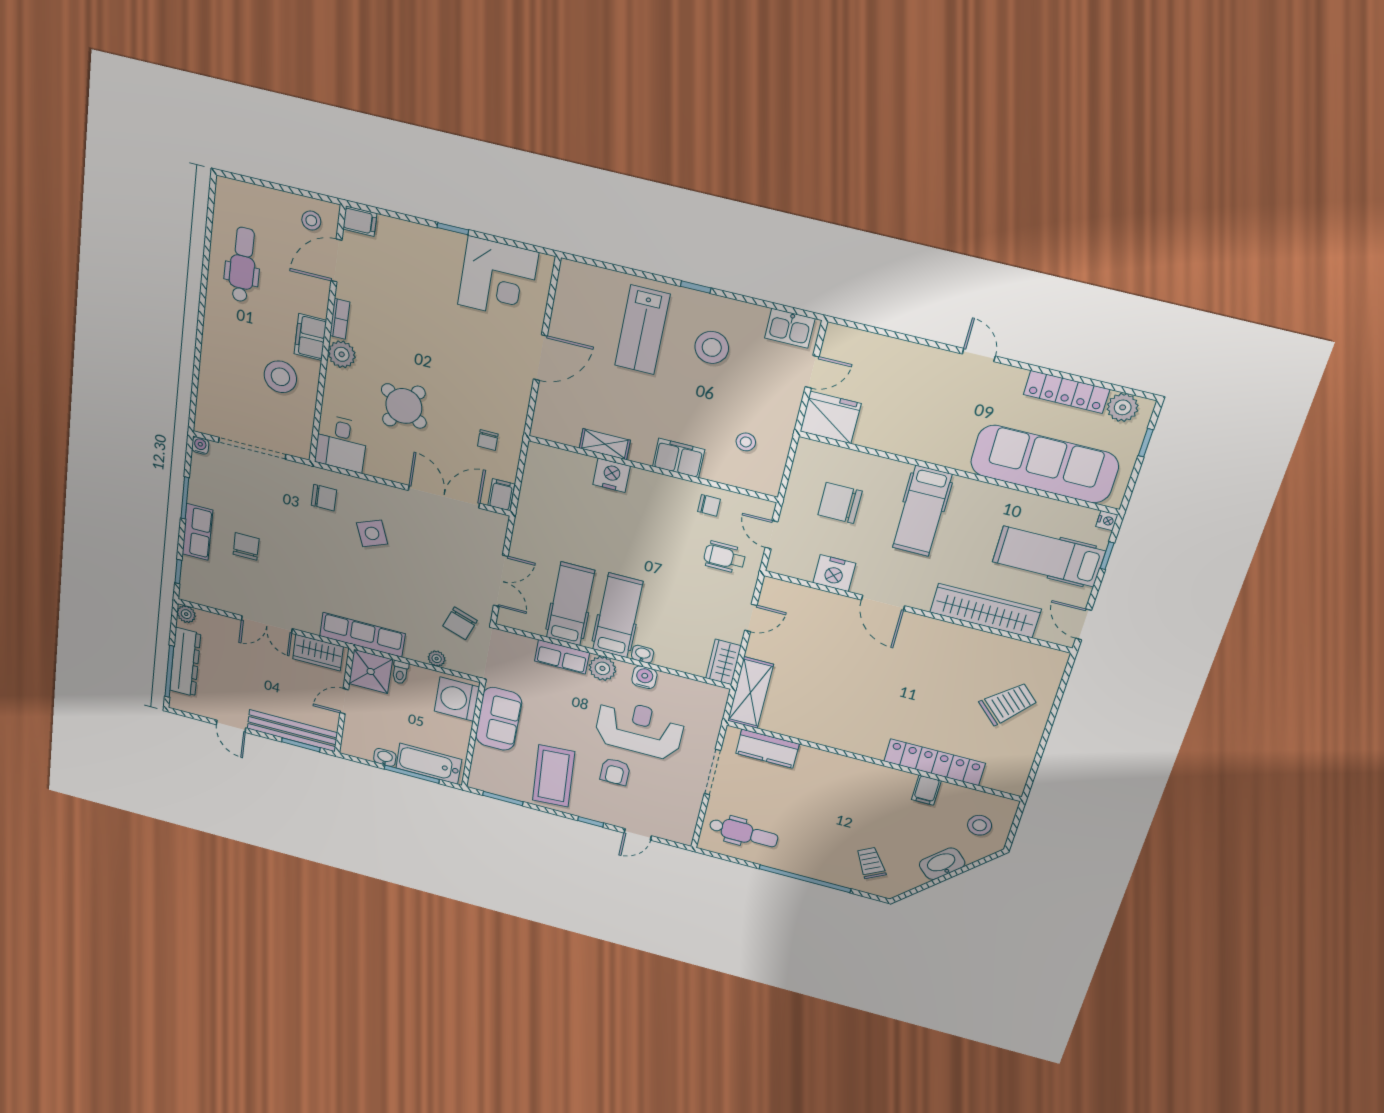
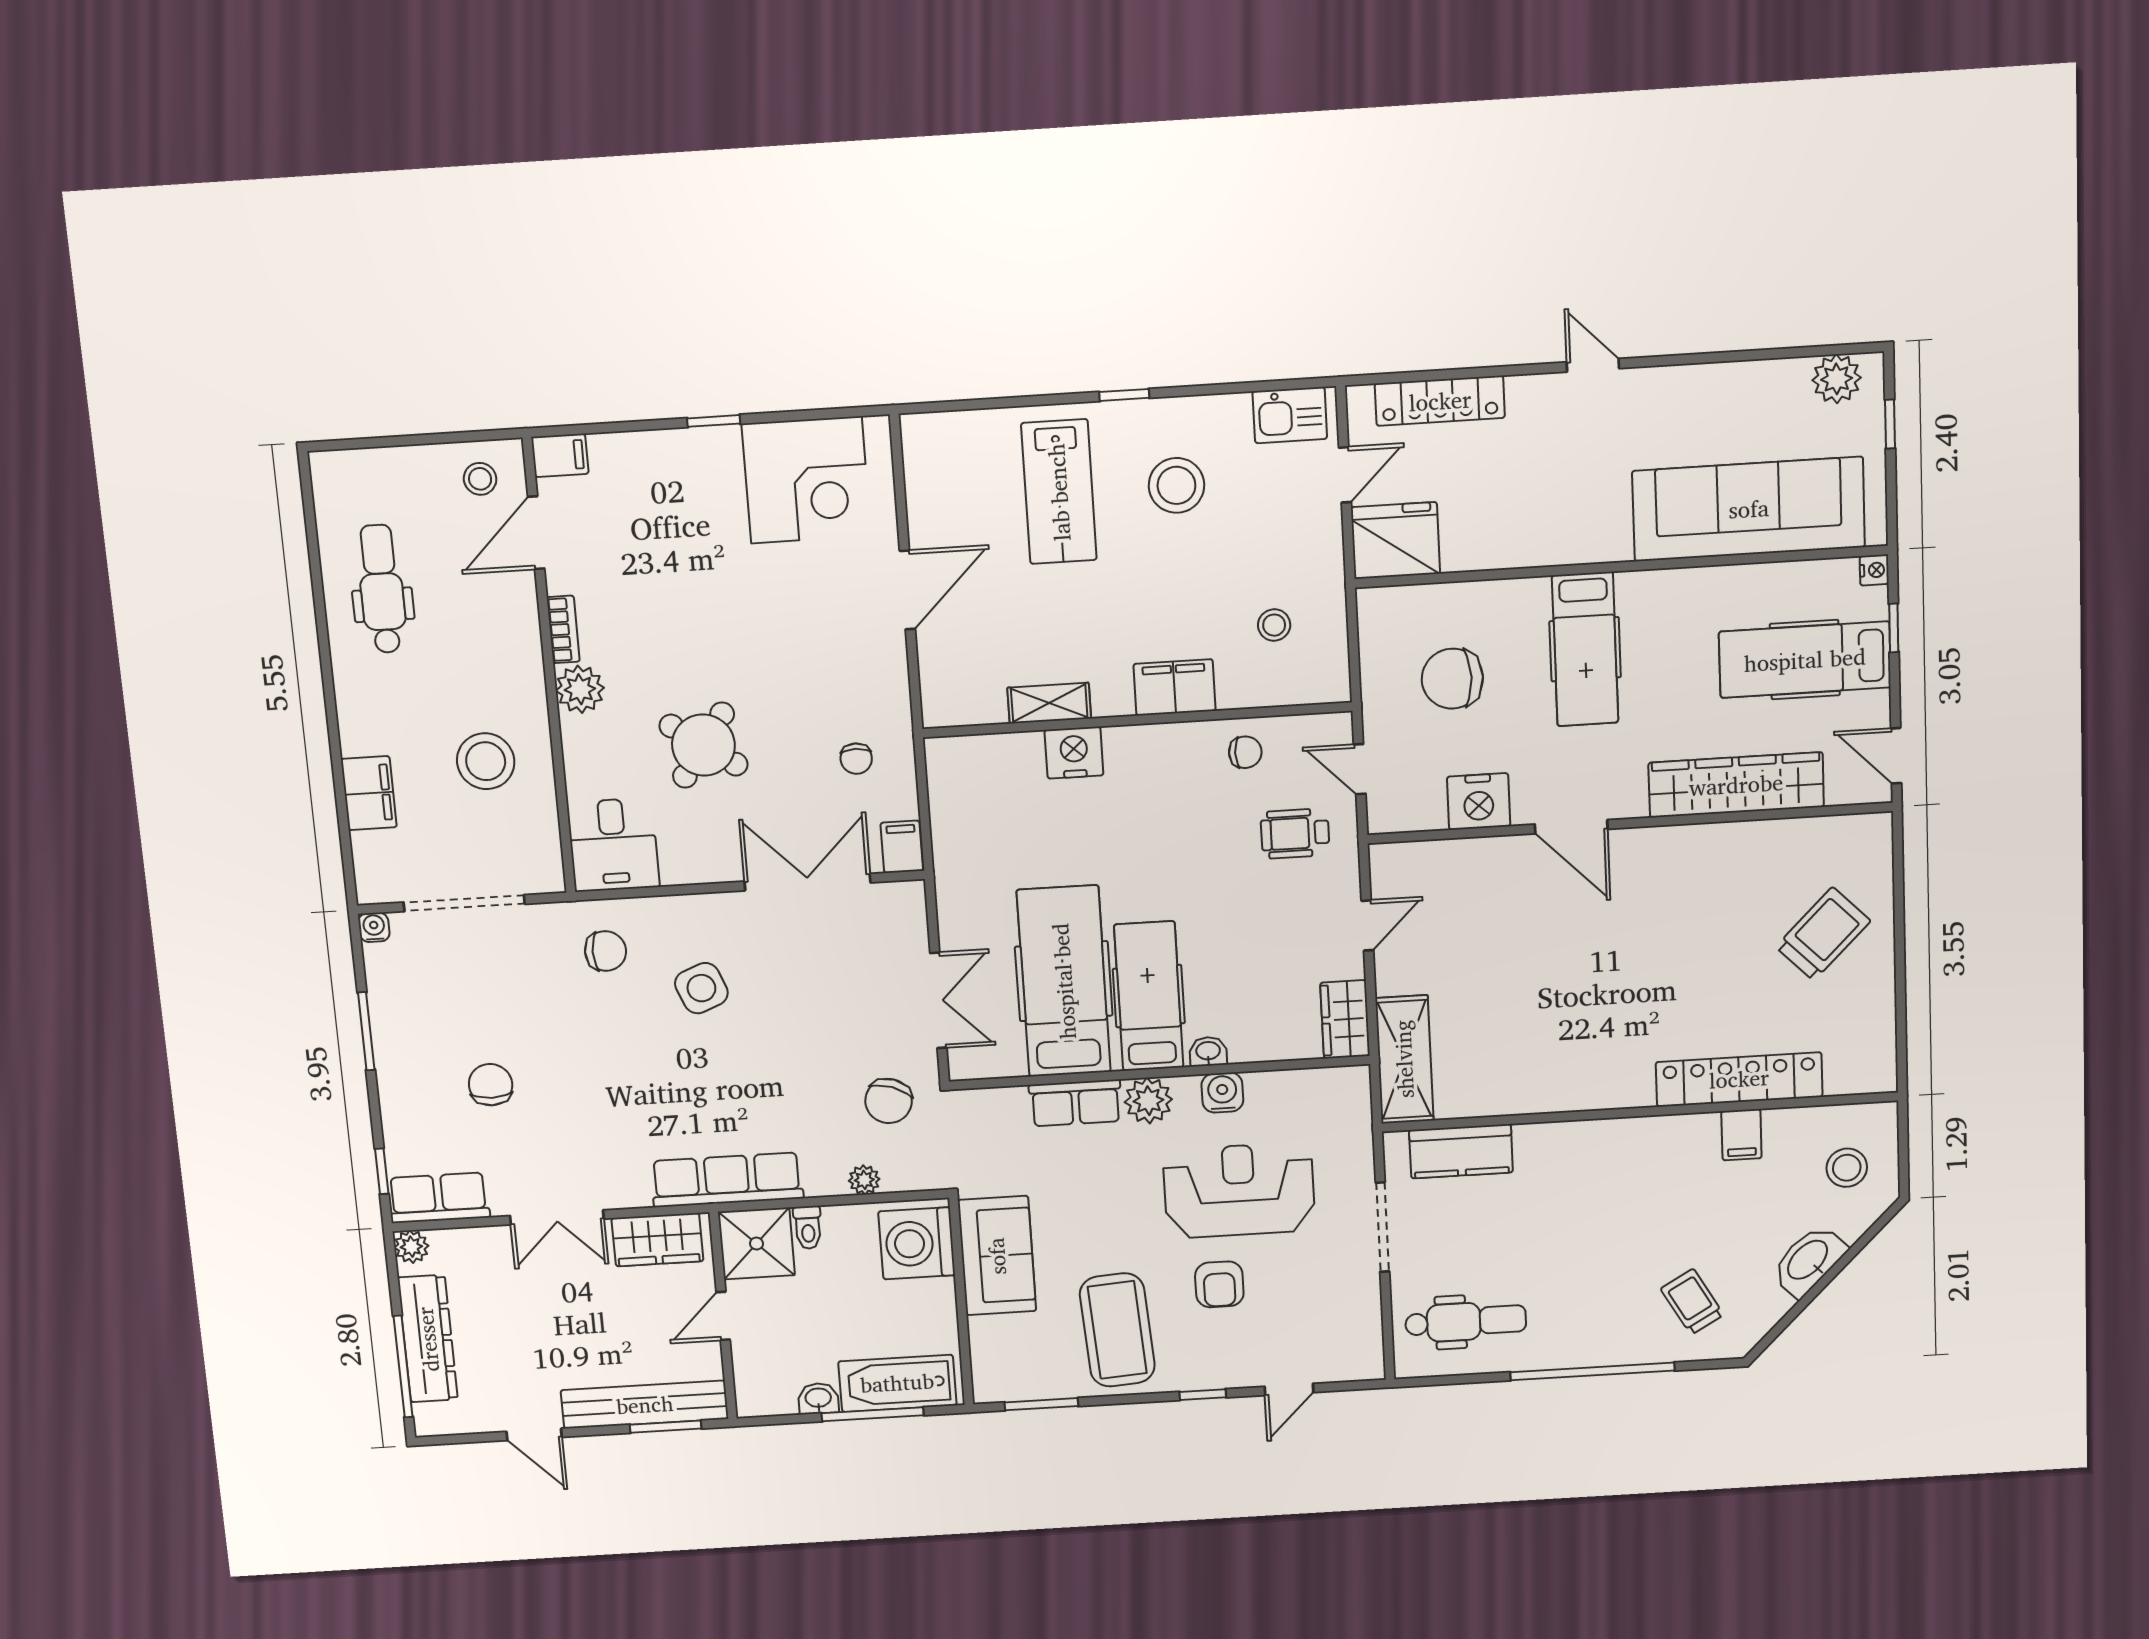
filing cabinet: (310, 337) -> (369, 793), moved, turned 180
locker: (1067, 392) -> (1440, 401), moved
row of seats: (197, 532) -> (438, 1198), moved, turned -90
hospital bed: (570, 604) -> (1064, 981), width x1.37, depth x1.29

